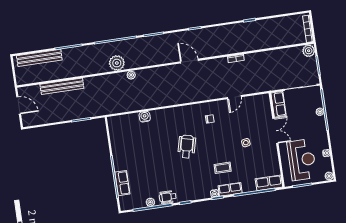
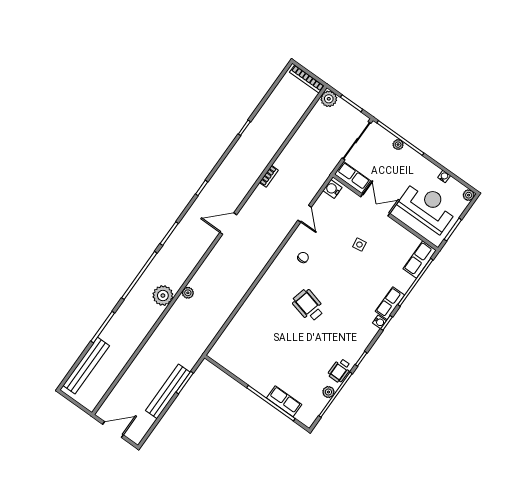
bench: (62, 86) -> (168, 391), moved
water cooler: (145, 117) -> (332, 189), moved
coffee table: (223, 168) -> (362, 290), removed

